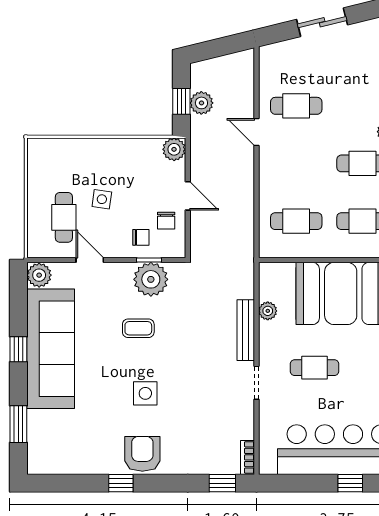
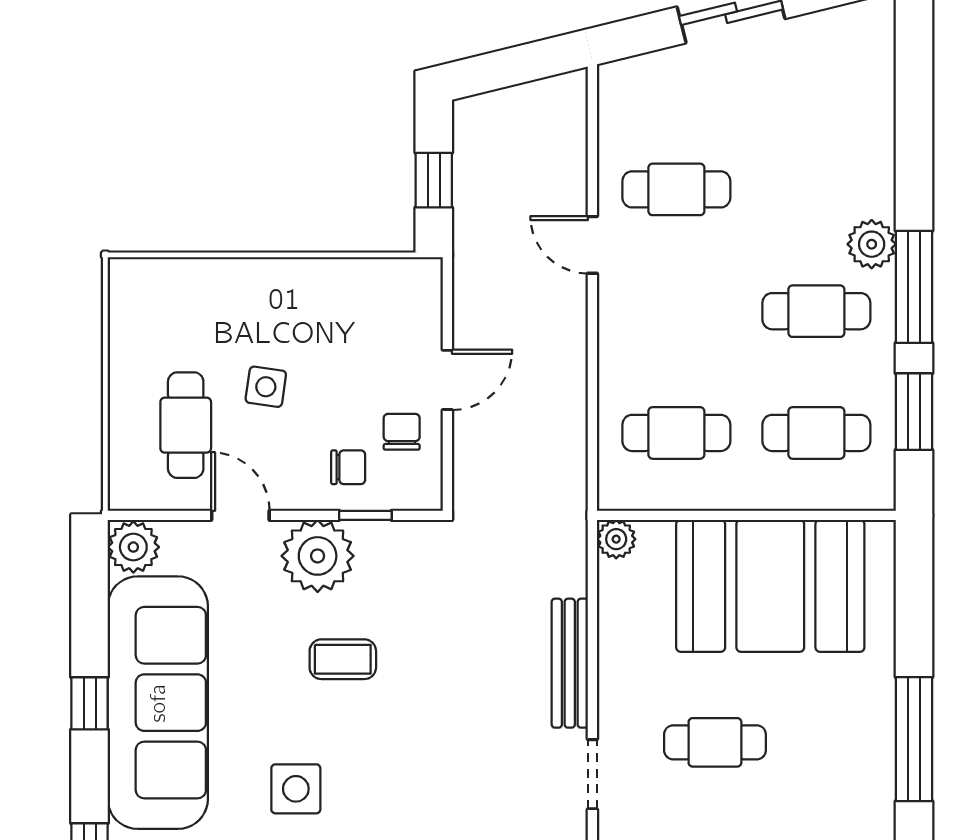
plant: (201, 103) -> (476, 183), removed
plant: (174, 149) -> (418, 281), removed
door: (188, 196) -> (447, 380), hinge flipped
chair: (166, 221) -> (402, 432), turned 180
plant: (151, 279) -> (318, 556), moved
plant: (268, 311) -> (616, 539), moved
side table: (145, 393) -> (296, 789), moved

